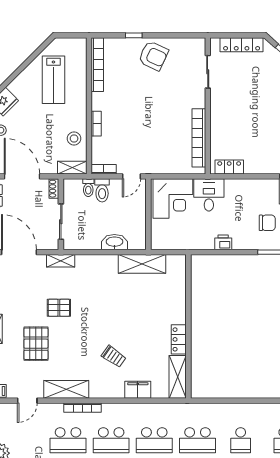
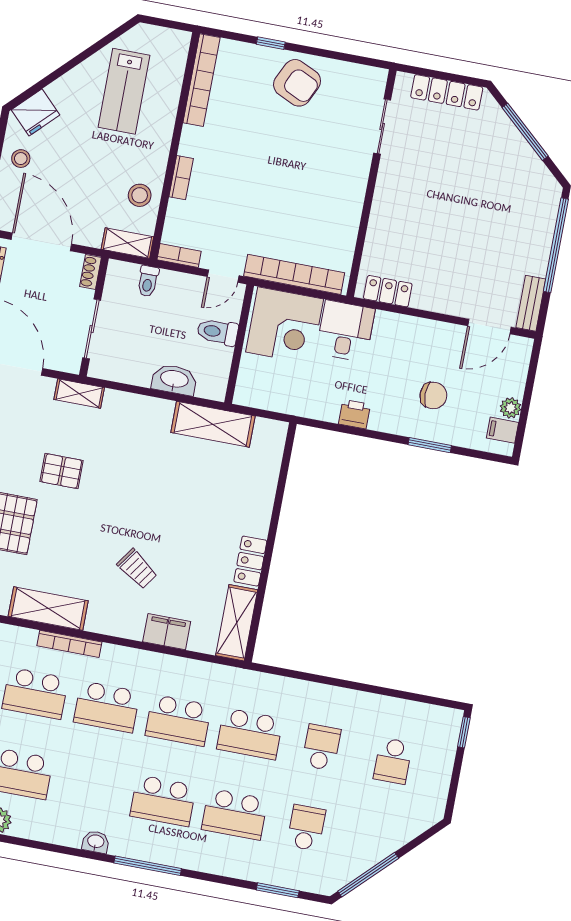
bookcase: (199, 138) -> (294, 274), moved, turned 90
toilet: (102, 190) -> (218, 332), moved, turned 90
school desk: (241, 440) -> (321, 747), turned 180

